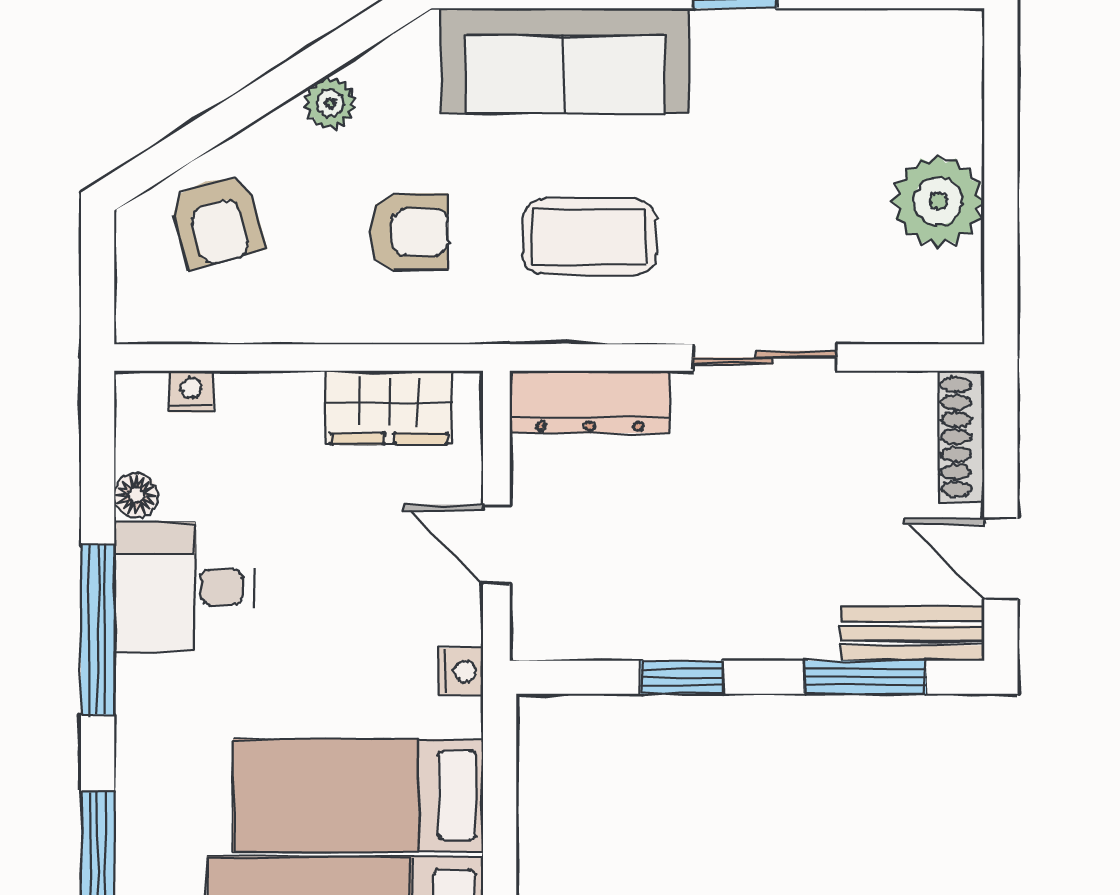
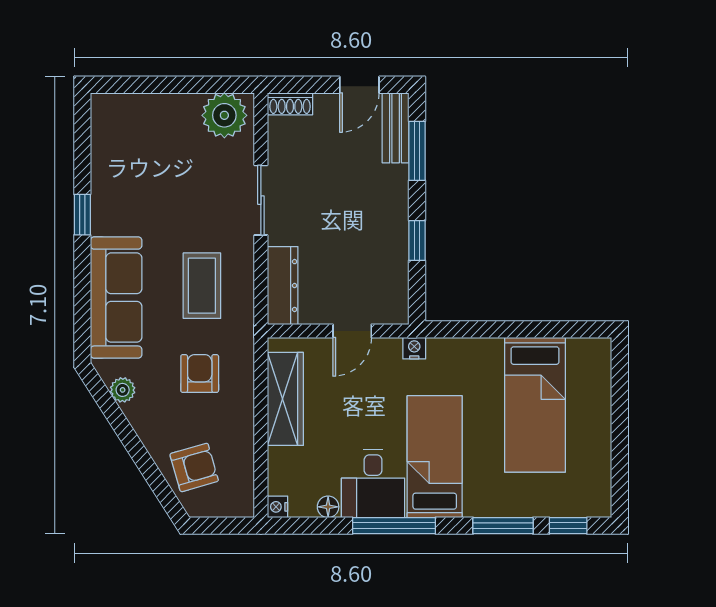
plant: (330, 103) -> (123, 390), moved
plant: (938, 201) -> (224, 115), moved
nightstand: (191, 392) -> (278, 507), moved
wardrobe: (389, 408) -> (285, 399), width x1.50
shoe rack: (962, 437) -> (290, 104), width x0.70
bed: (358, 795) -> (435, 457), moved, turned 180

